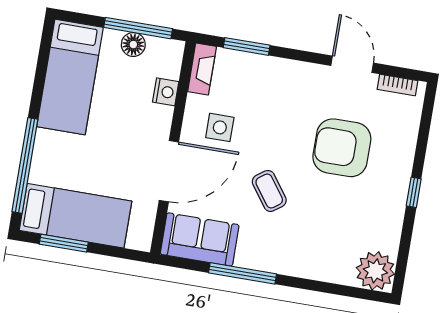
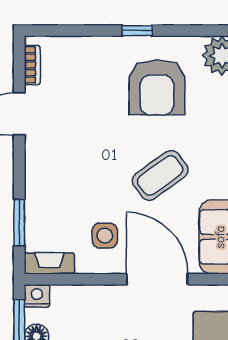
nightstand: (166, 92) -> (37, 296), moved
armchair: (342, 148) -> (157, 87), moved
coffee table: (269, 191) -> (160, 175), width x1.36, depth x1.30

